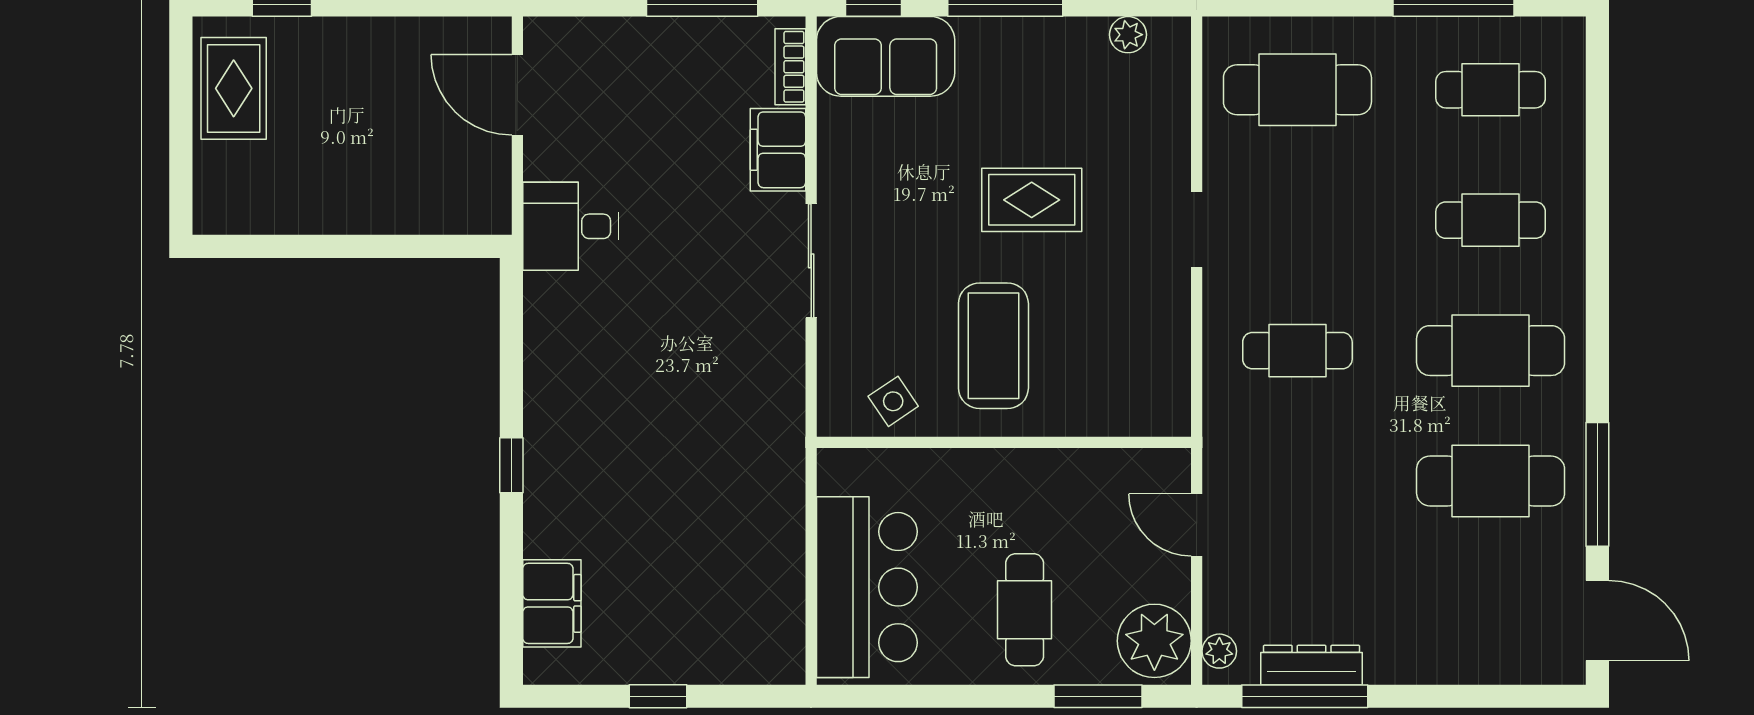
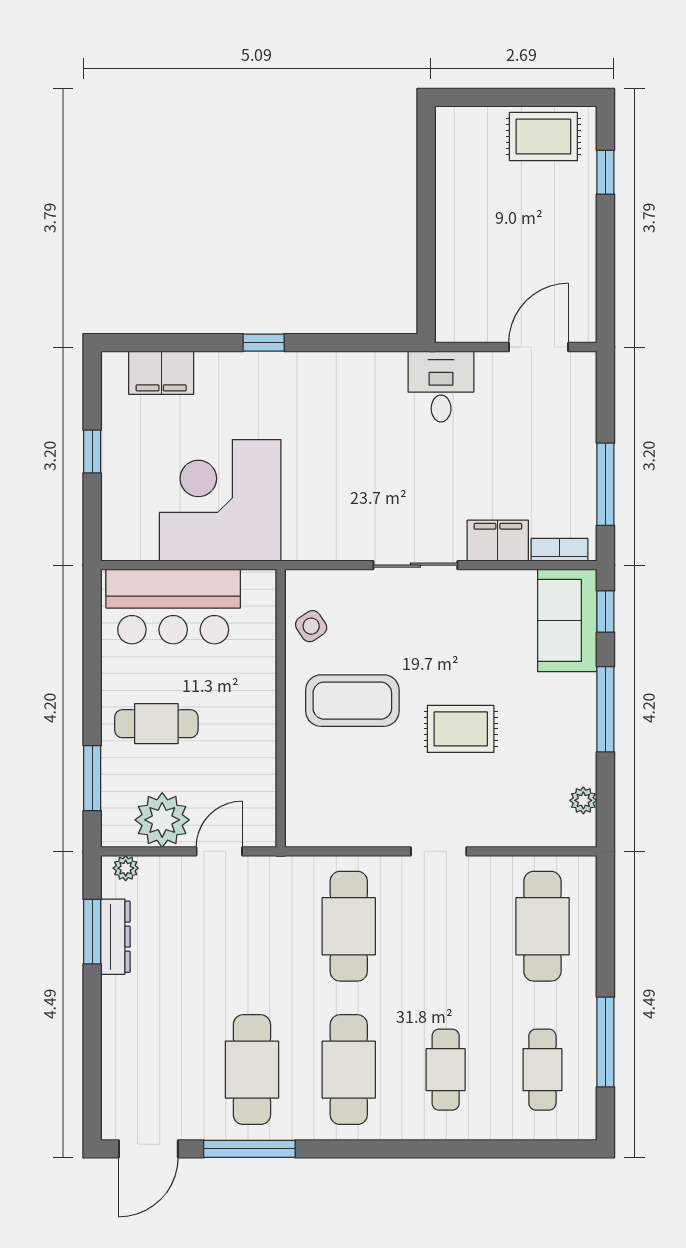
rug: (1032, 200) -> (461, 729), turned 90
cafe table: (1297, 351) -> (349, 926), width x1.37, depth x1.35
corner desk: (724, 524) -> (220, 500), added
plant: (1154, 641) -> (162, 820), moved
window: (1305, 696) -> (92, 932), width x0.69

